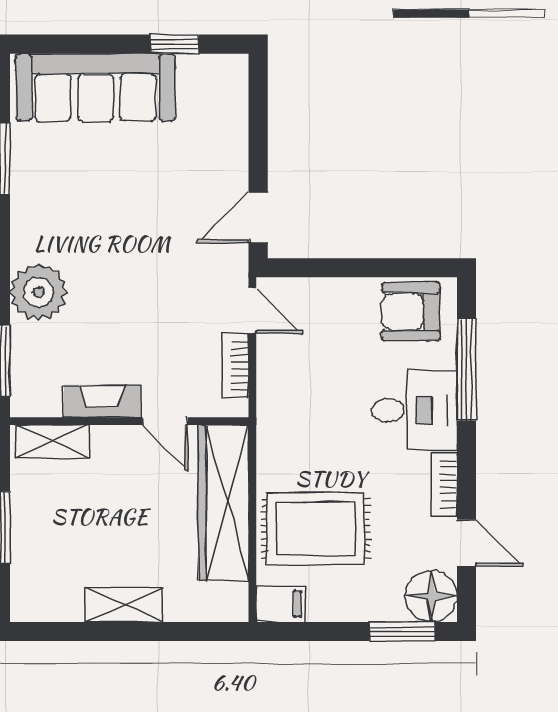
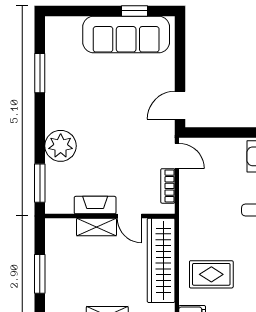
sofa: (96, 87) -> (126, 34), moved
shelving: (52, 441) -> (96, 227), moved
rug: (316, 529) -> (211, 274), width x0.73, depth x0.70

